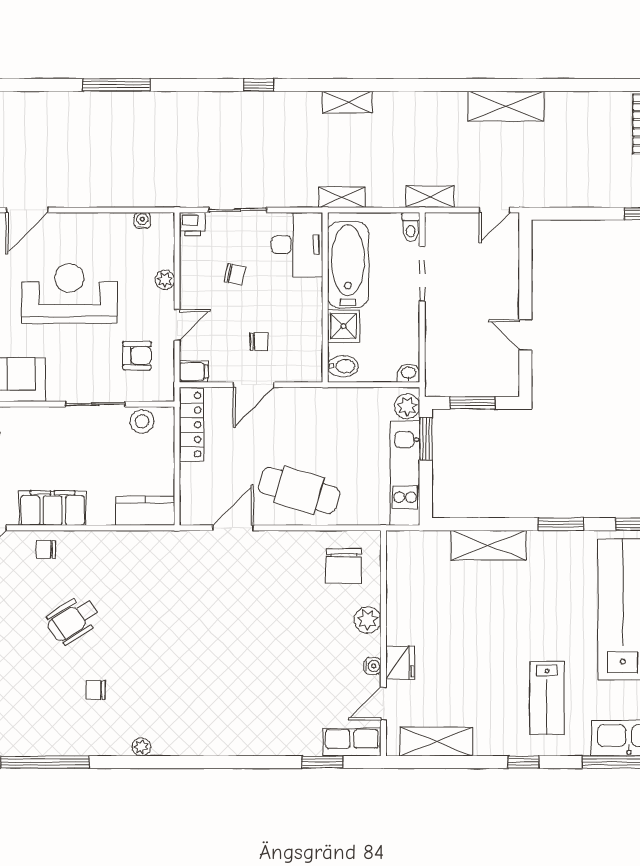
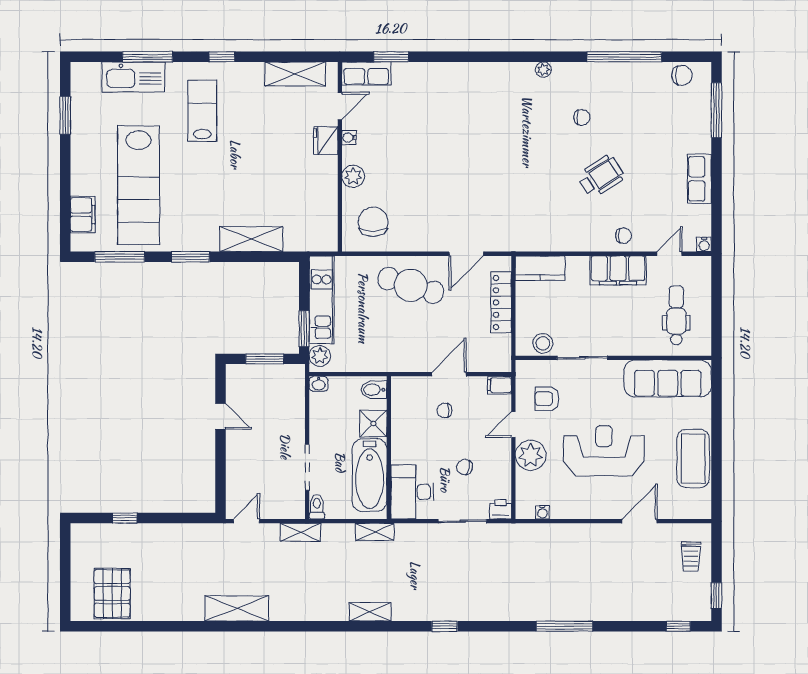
plant: (165, 280) -> (531, 455), width x1.88, depth x1.88
reception desk: (69, 294) -> (604, 451), turned 180
locker: (192, 425) -> (501, 303), moved

